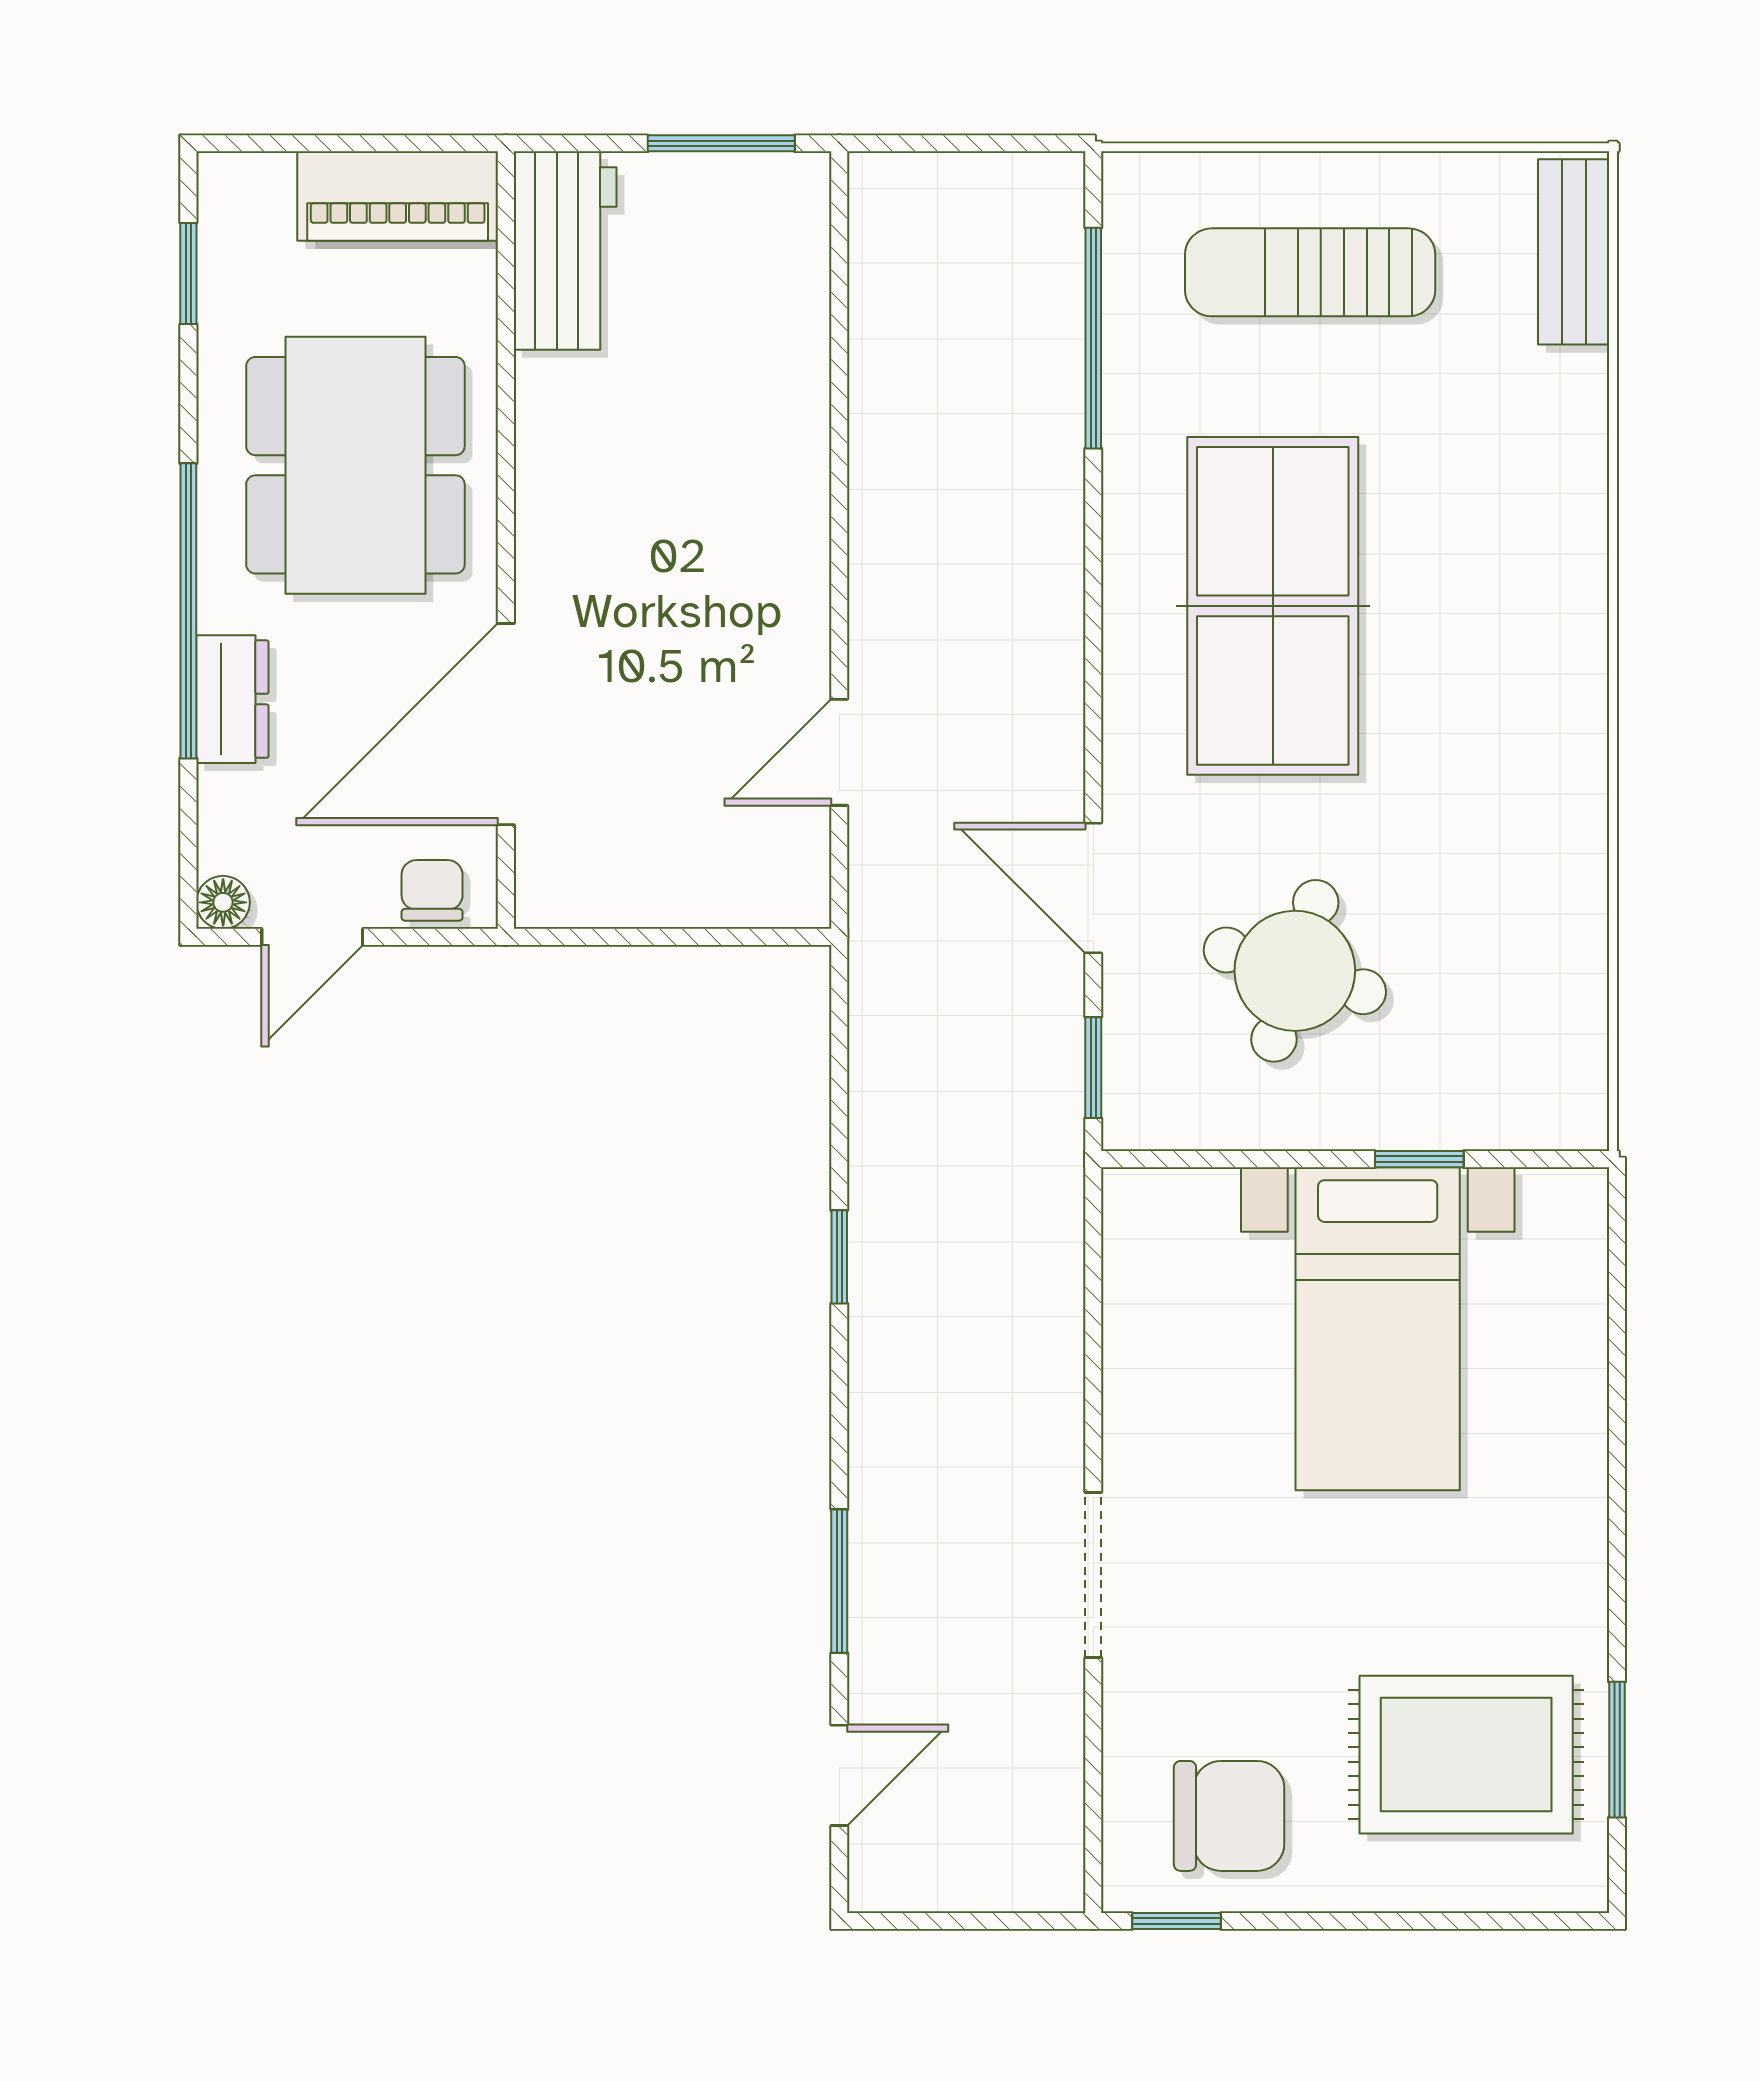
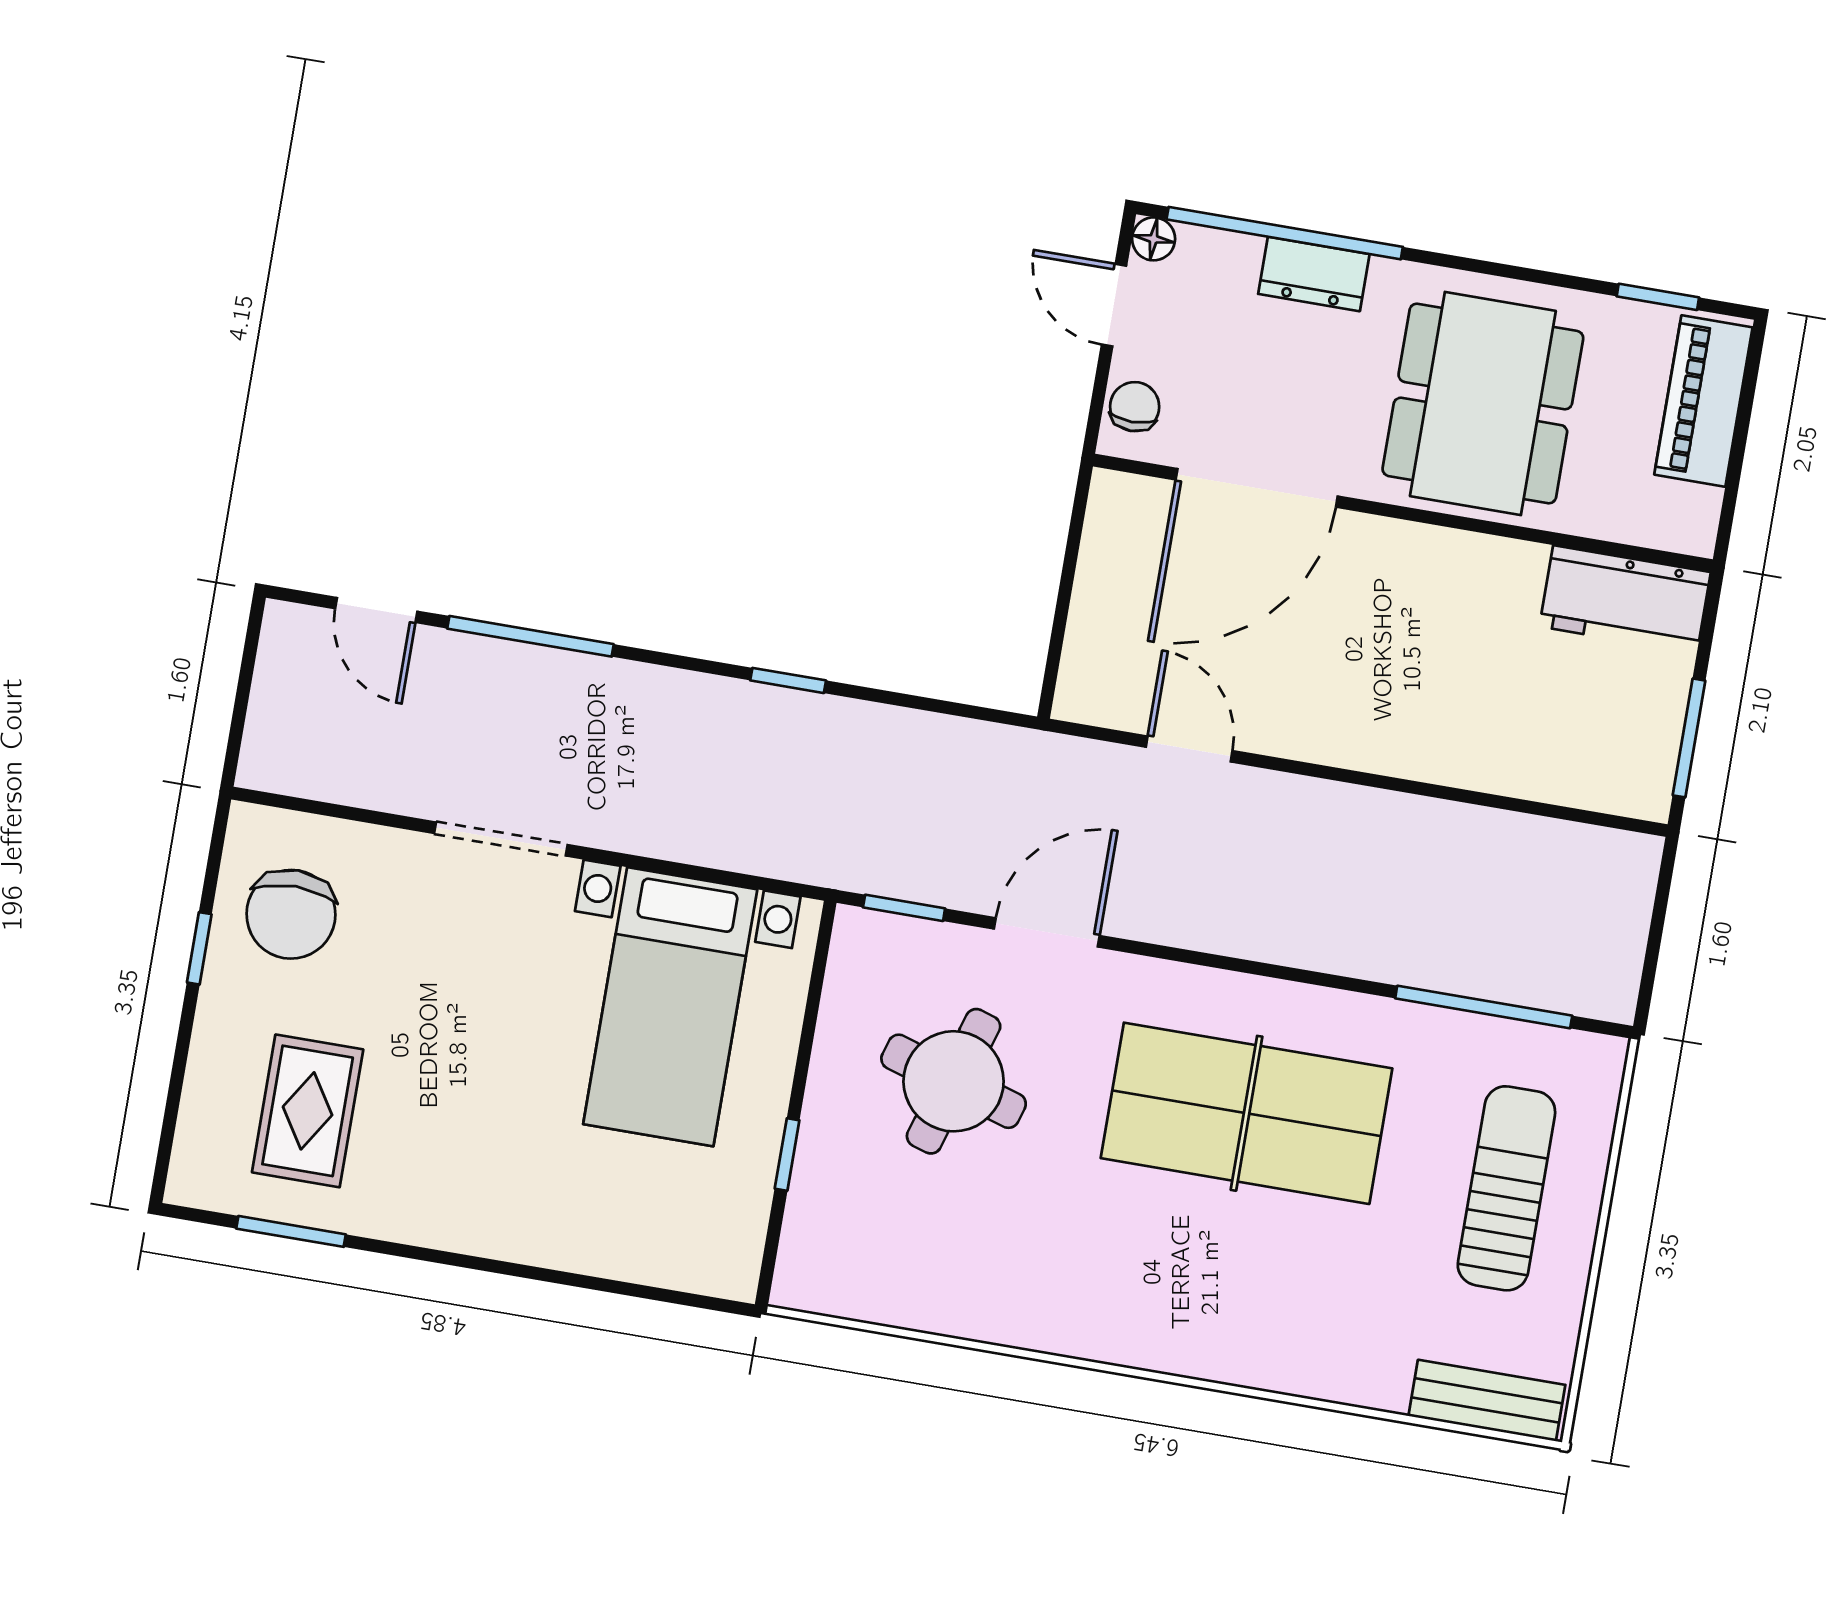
piano: (398, 196) -> (1703, 401), moved
dining table: (355, 465) -> (1483, 404), turned 90
window: (188, 611) -> (1285, 233), moved
door: (506, 724) -> (1257, 488), swing flipped
chair: (432, 890) -> (1135, 407), turned -90
bed with nightstands: (1378, 1329) -> (670, 1007), moved, turned -90
window: (839, 1581) -> (530, 636), width x1.44
rug: (1466, 1755) -> (308, 1111), width x0.73, depth x0.70
window: (1177, 1921) -> (199, 948), moved

